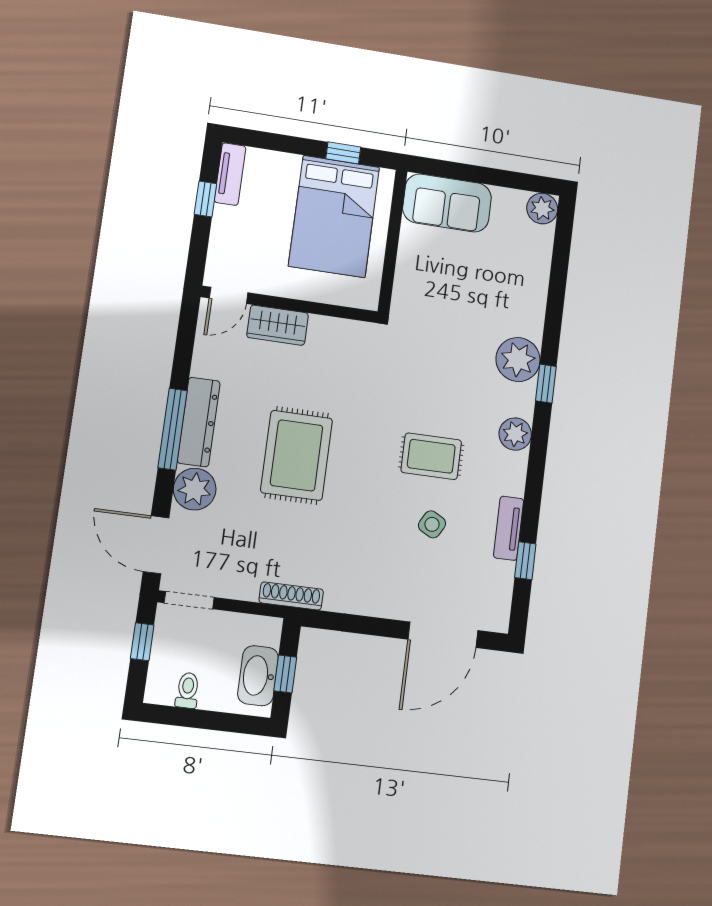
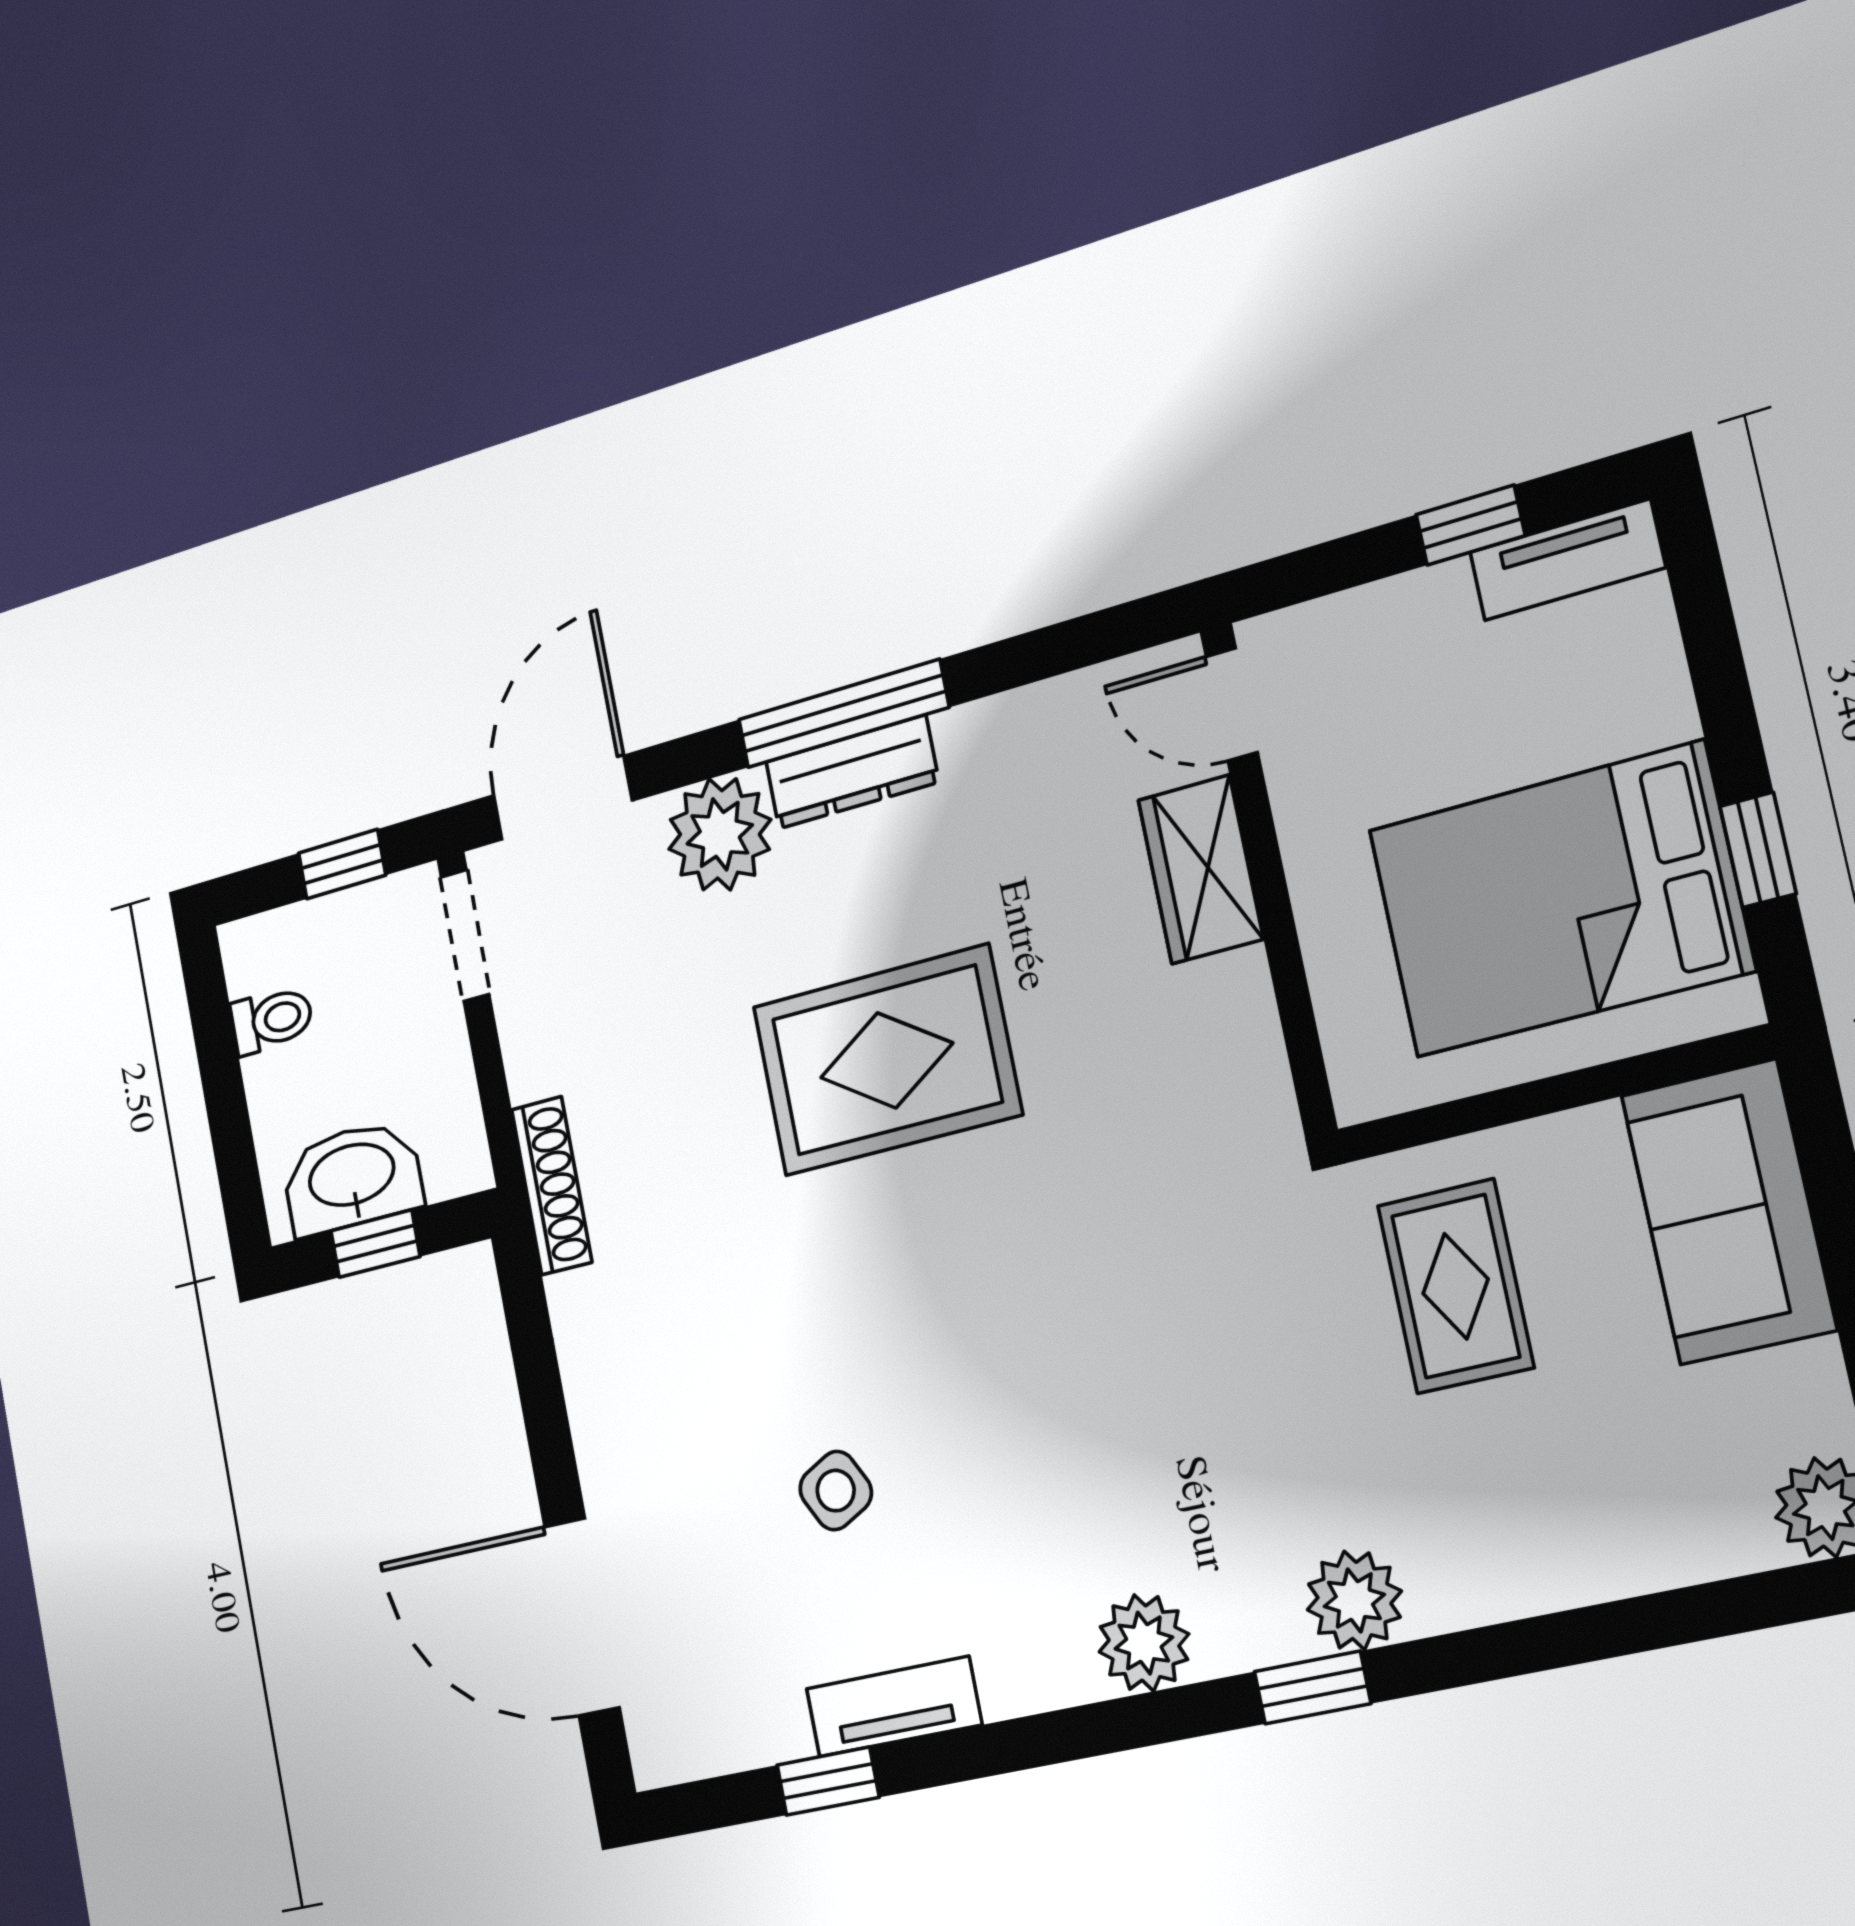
plant: (518, 360) -> (1354, 1600), width x0.73, depth x0.73
dresser: (199, 422) -> (852, 772), width x0.73, depth x0.80
rug: (431, 456) -> (1456, 1286), moved
side table: (432, 524) -> (836, 1491), turned 33

